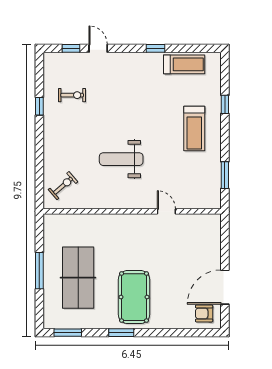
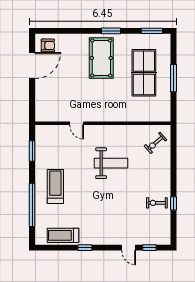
exercise bike: (72, 95) -> (157, 203), moved
window: (225, 104) -> (32, 205), width x3.17

